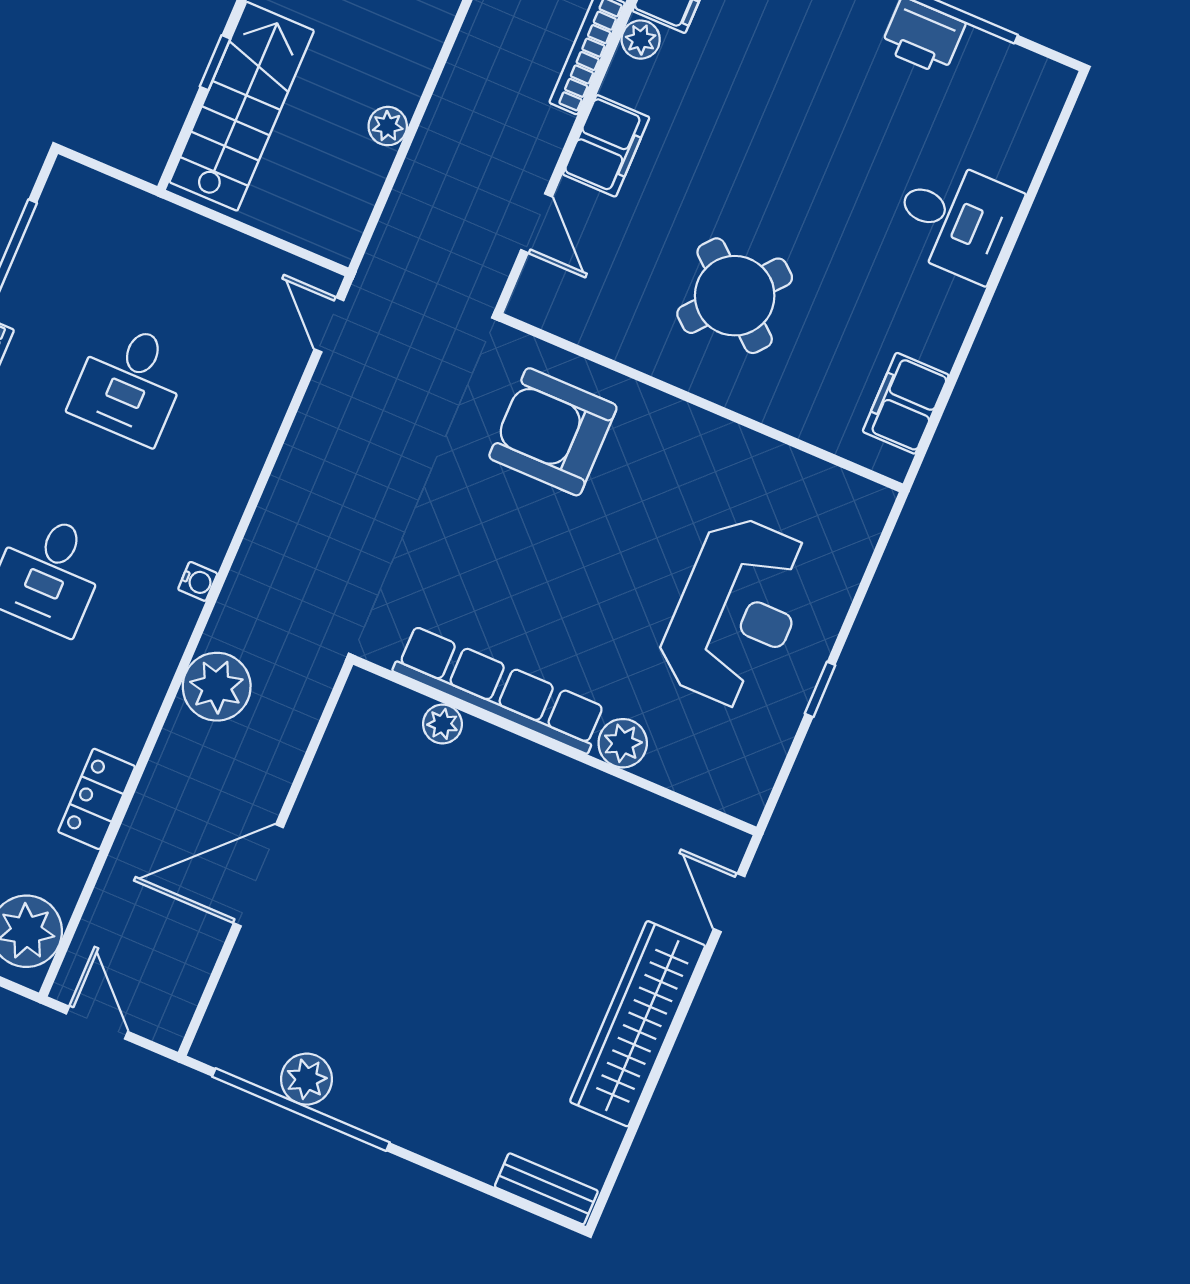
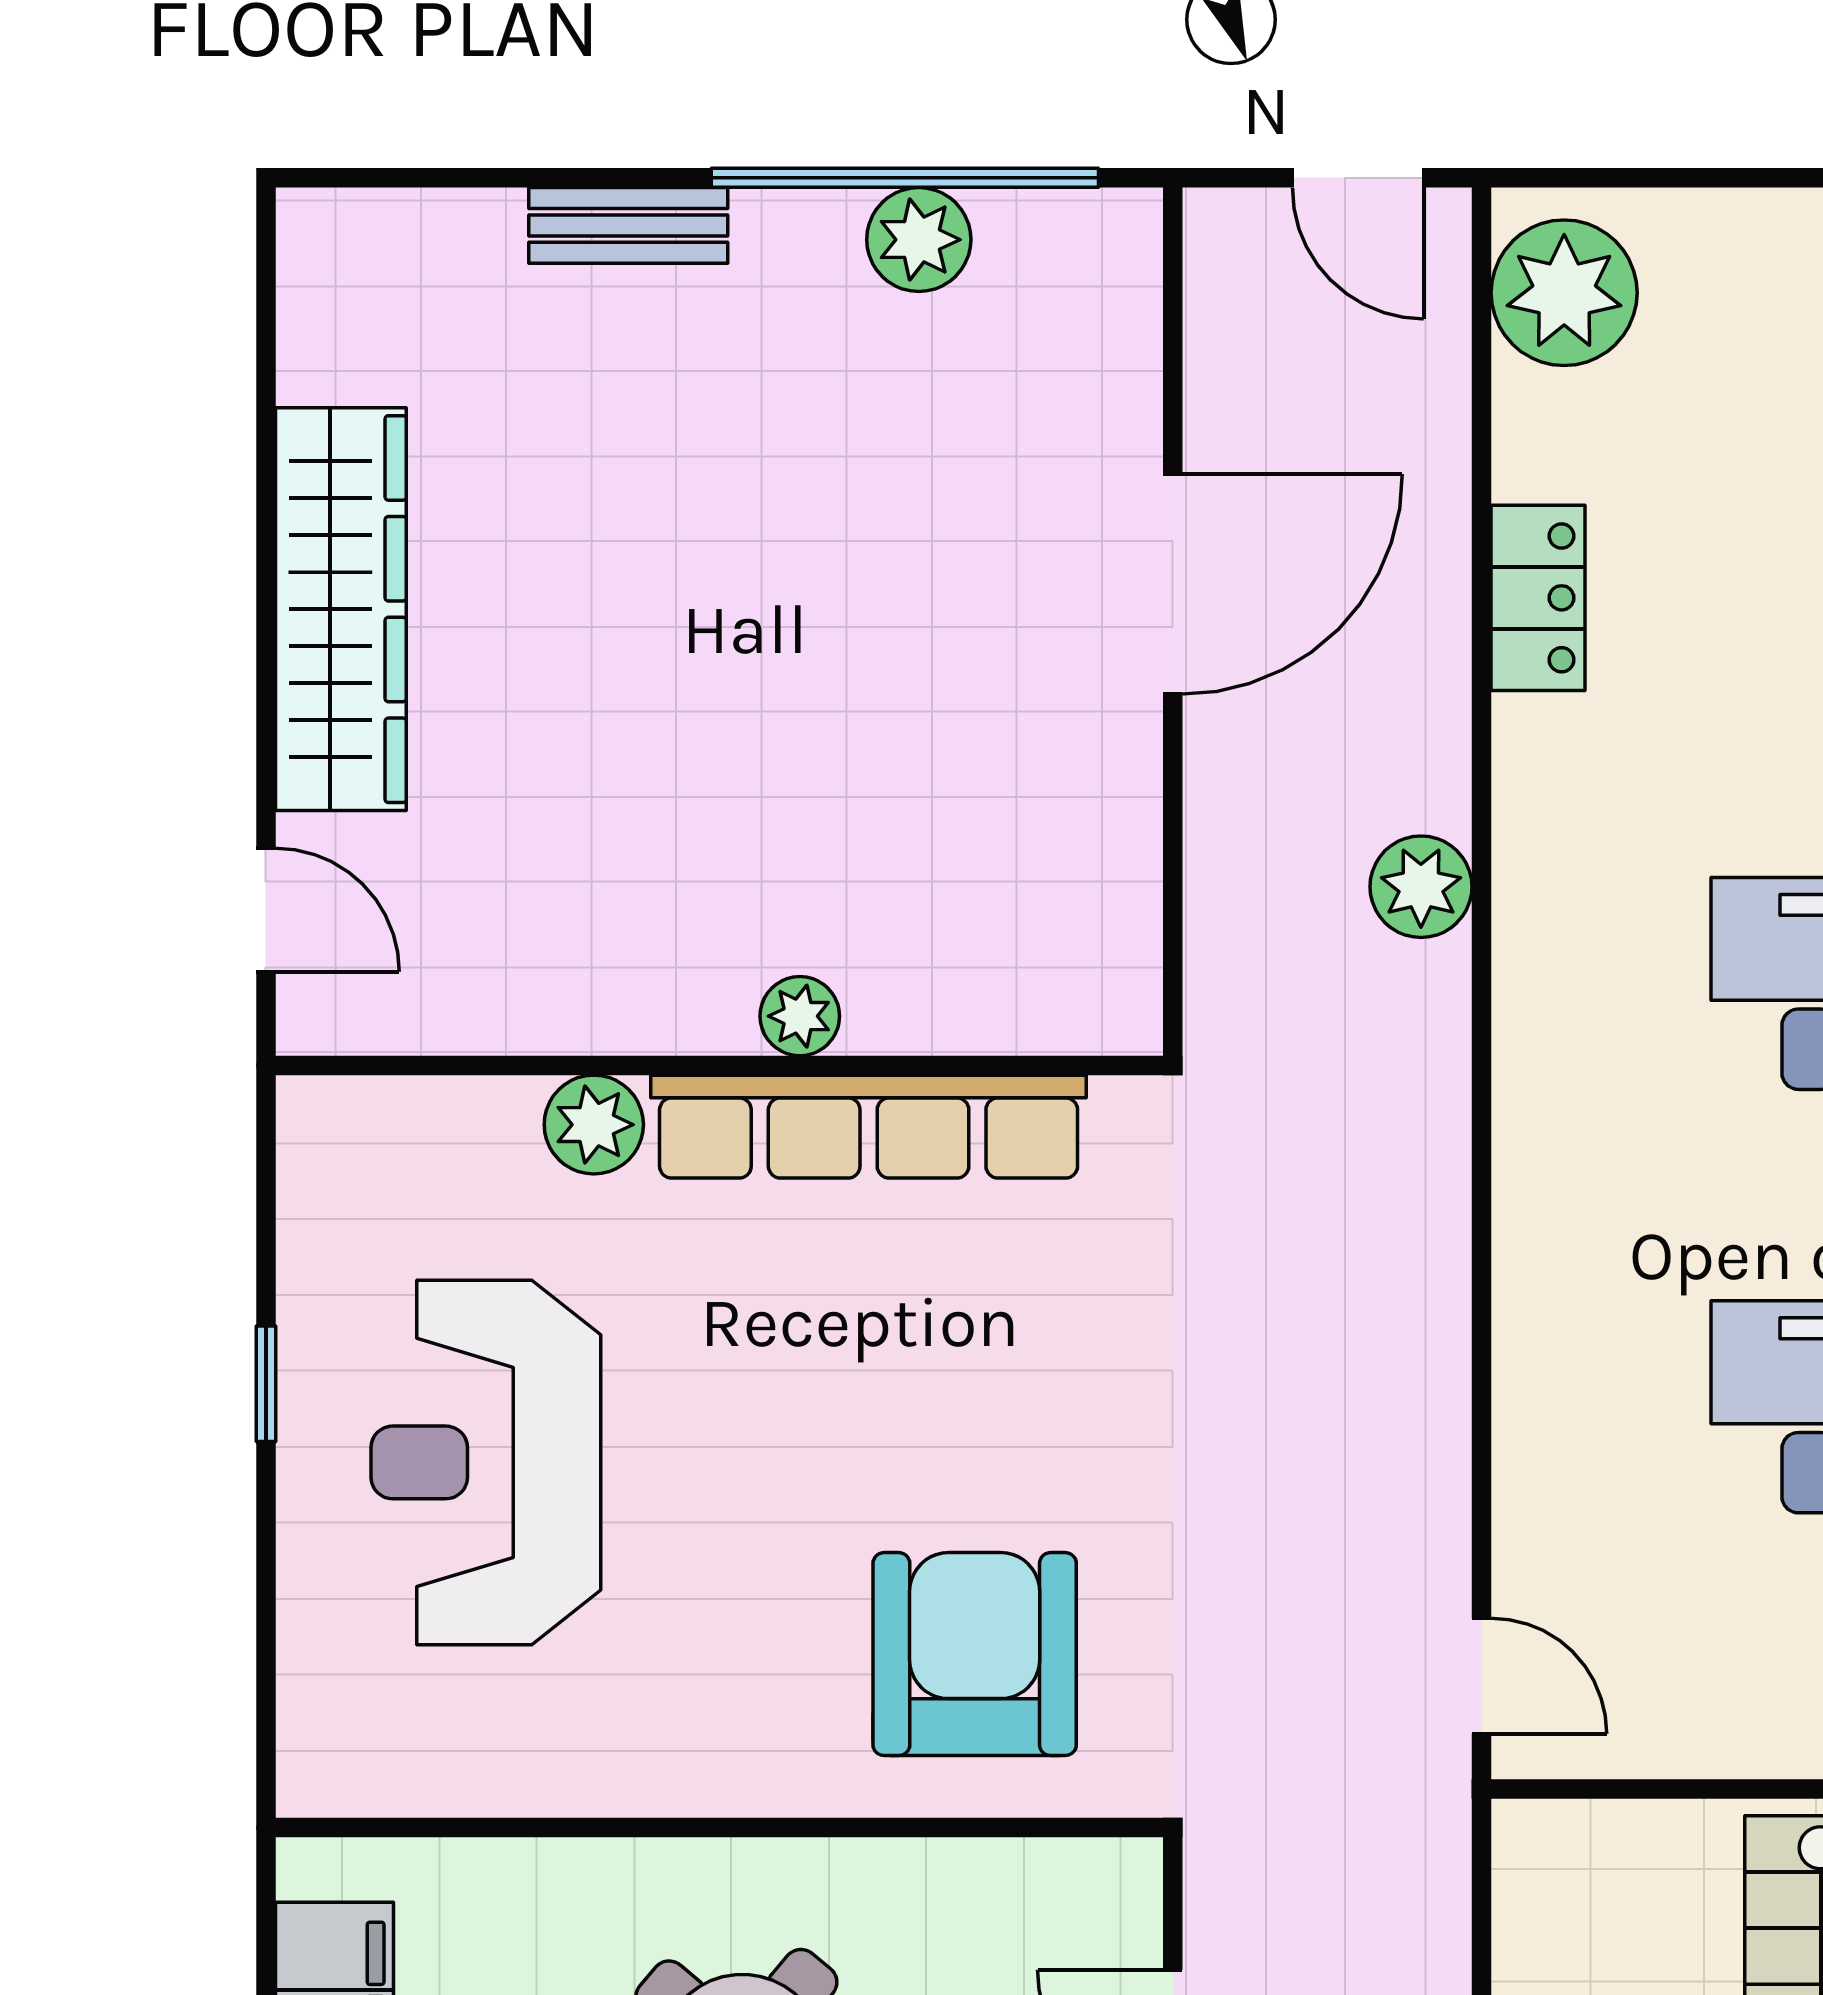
armchair: (553, 432) -> (975, 1654), turned -90
water cooler: (198, 581) -> (1522, 1088), removed
plant: (217, 687) -> (1421, 887), width x0.73, depth x0.73
plant: (442, 724) -> (800, 1016), moved
bench: (546, 1189) -> (628, 225), moved

